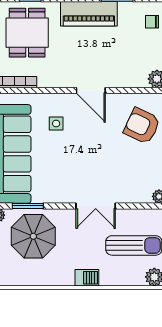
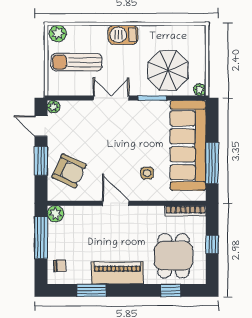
window: (28, 206) -> (152, 98), moved
barbecue: (87, 278) -> (123, 35), width x1.38, depth x1.27

